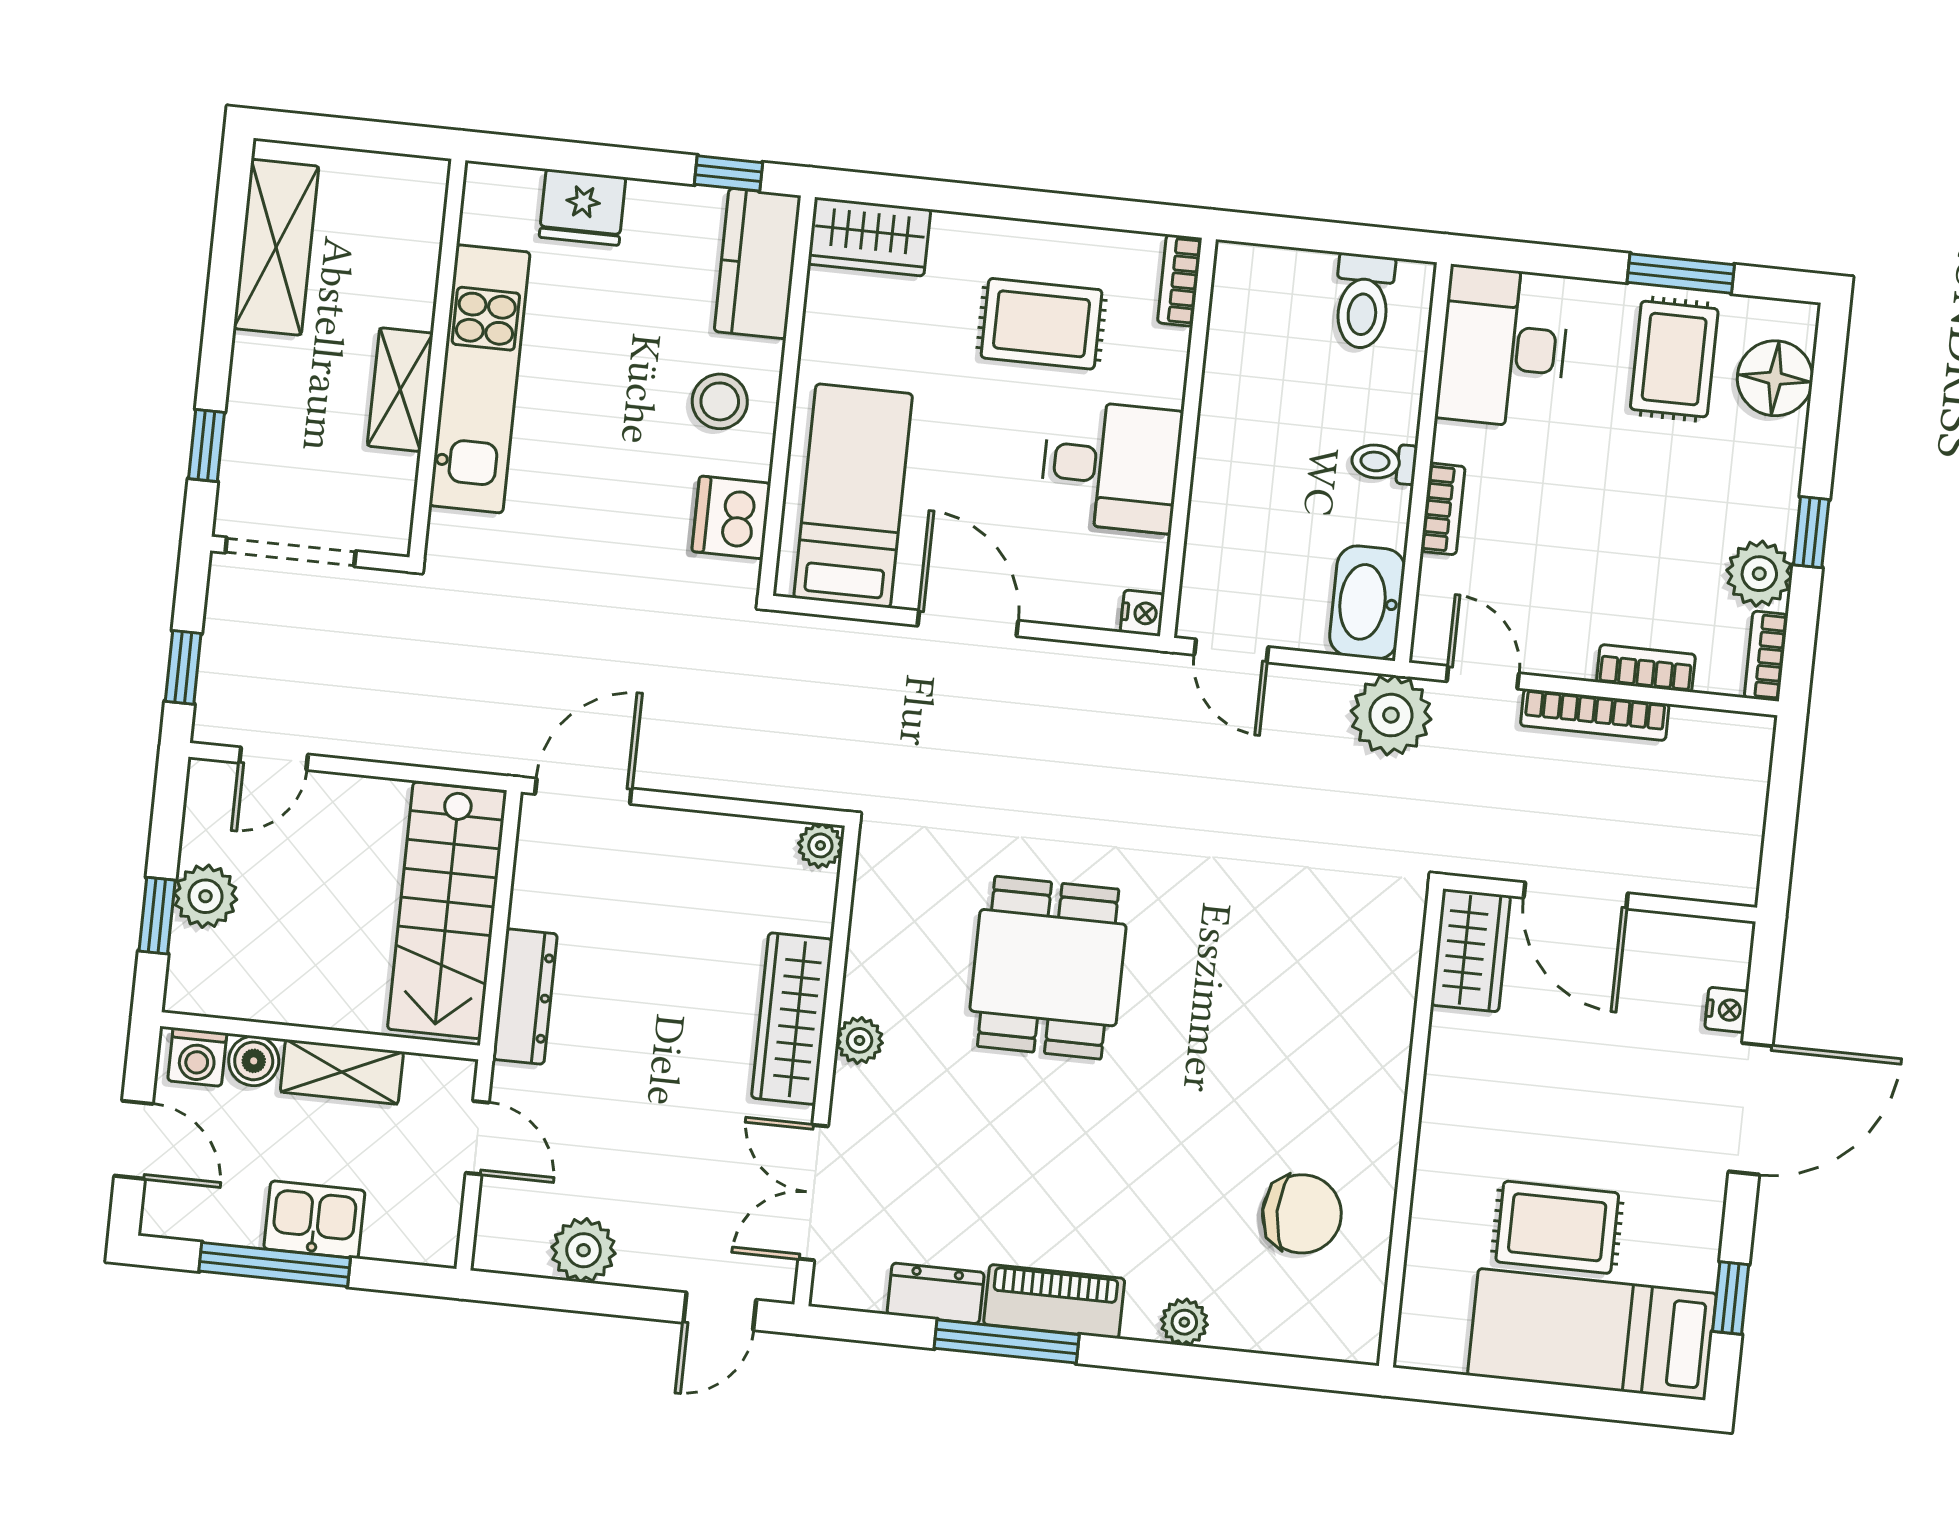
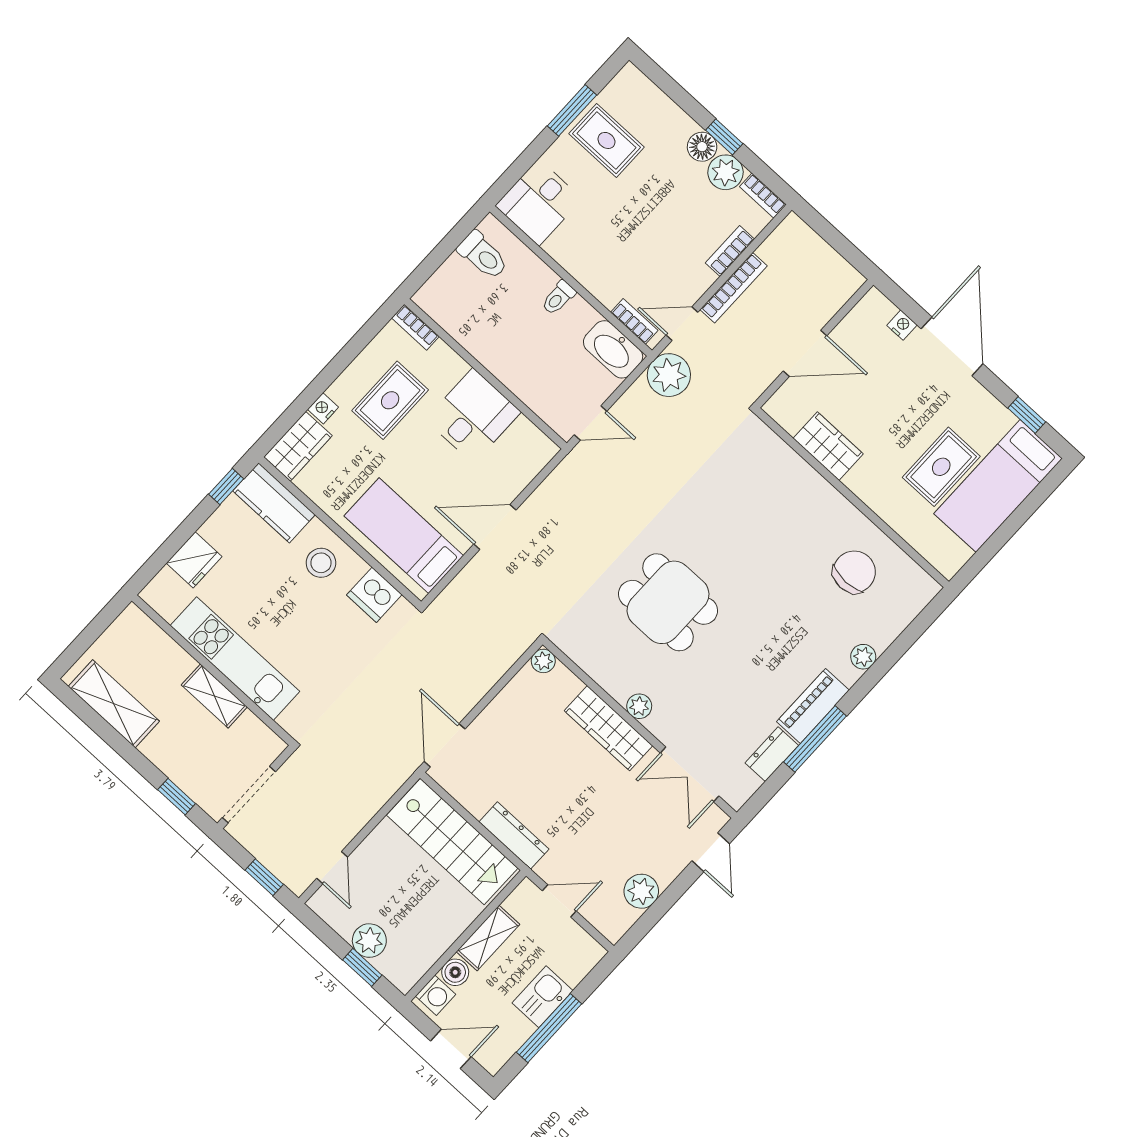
desk: (1503, 347) -> (539, 202), width x0.73
floor lamp: (1775, 378) -> (702, 147), moved, width x0.73, depth x0.73
bookcase: (1443, 509) -> (634, 321), moved
nightstand: (1142, 613) -> (323, 408), moved, turned -90
wardrobe: (1471, 950) -> (828, 446), moved

